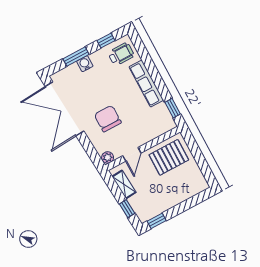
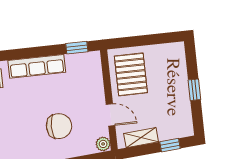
chair: (108, 119) -> (59, 126), turned 180
window: (157, 221) -> (194, 90), moved

